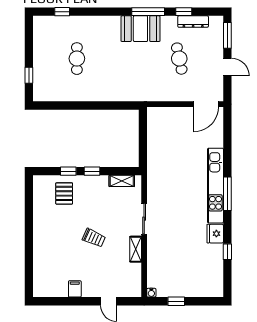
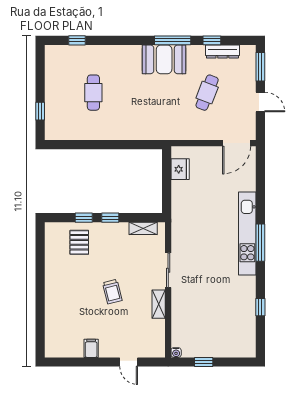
cafe table: (179, 59) -> (207, 93), turned 33
fridge: (215, 234) -> (180, 169), moved, turned 180
trolley: (94, 238) -> (112, 292), turned 52

